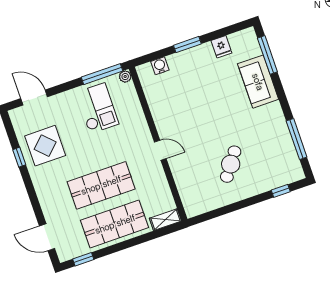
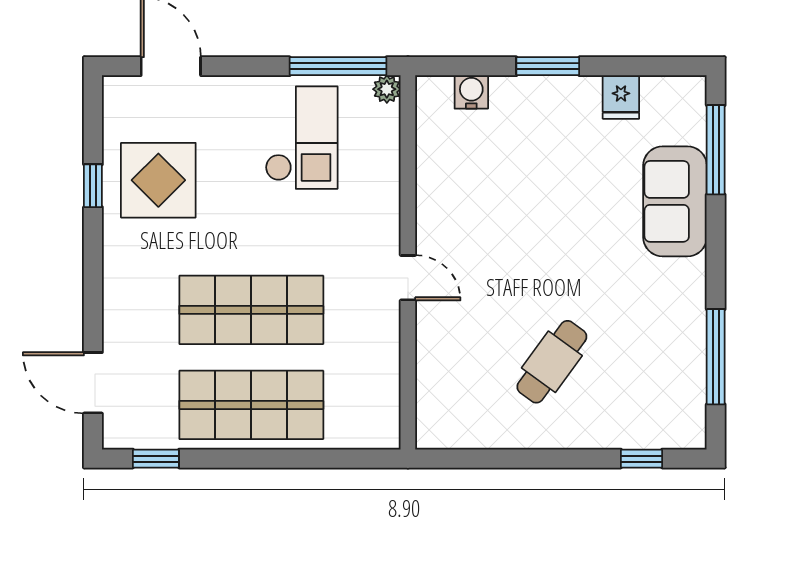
shelving: (165, 220) -> (367, 434), removed

